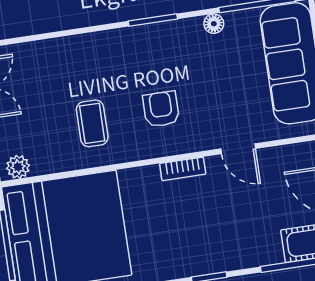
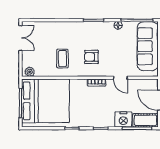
armchair: (161, 109) -> (91, 57), turned -90
nightstand: (260, 248) -> (123, 119), added

